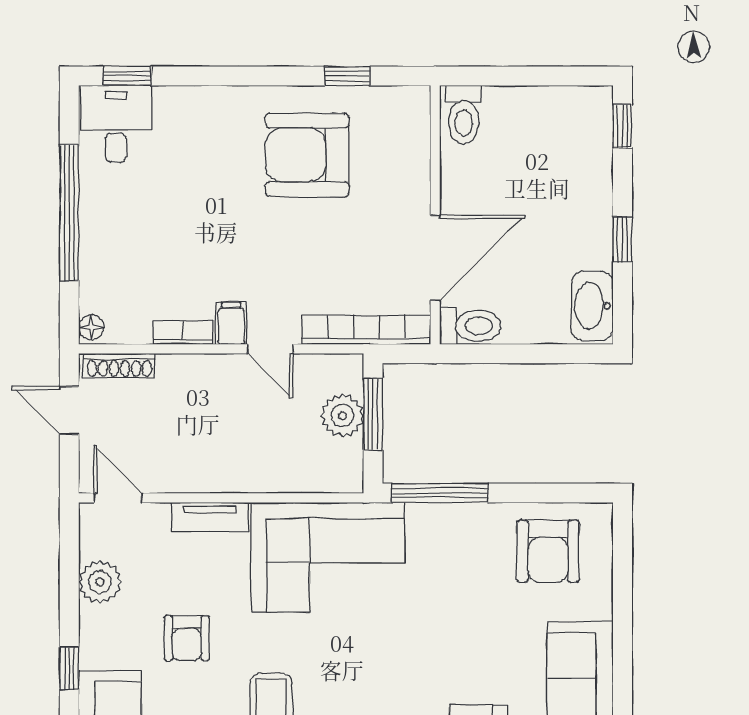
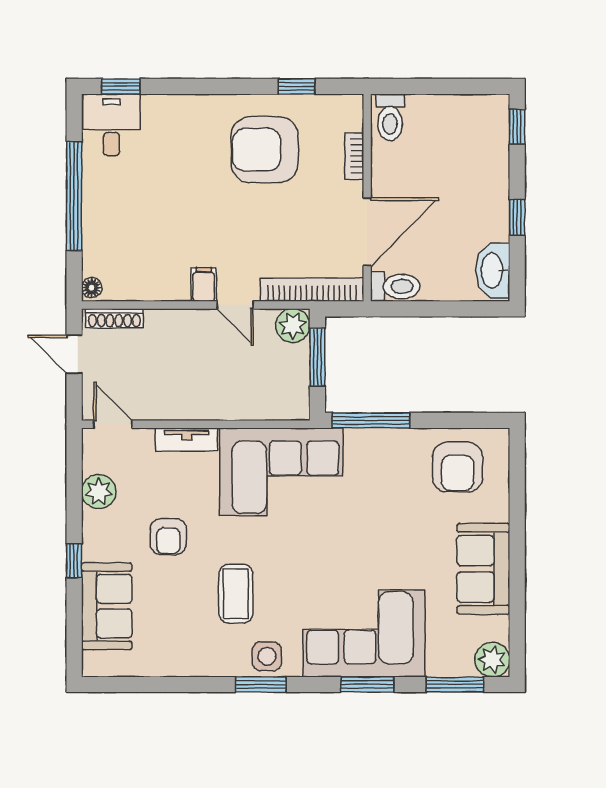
bookcase: (183, 333) -> (354, 156), moved, turned -90
plant: (342, 415) -> (293, 326), moved

